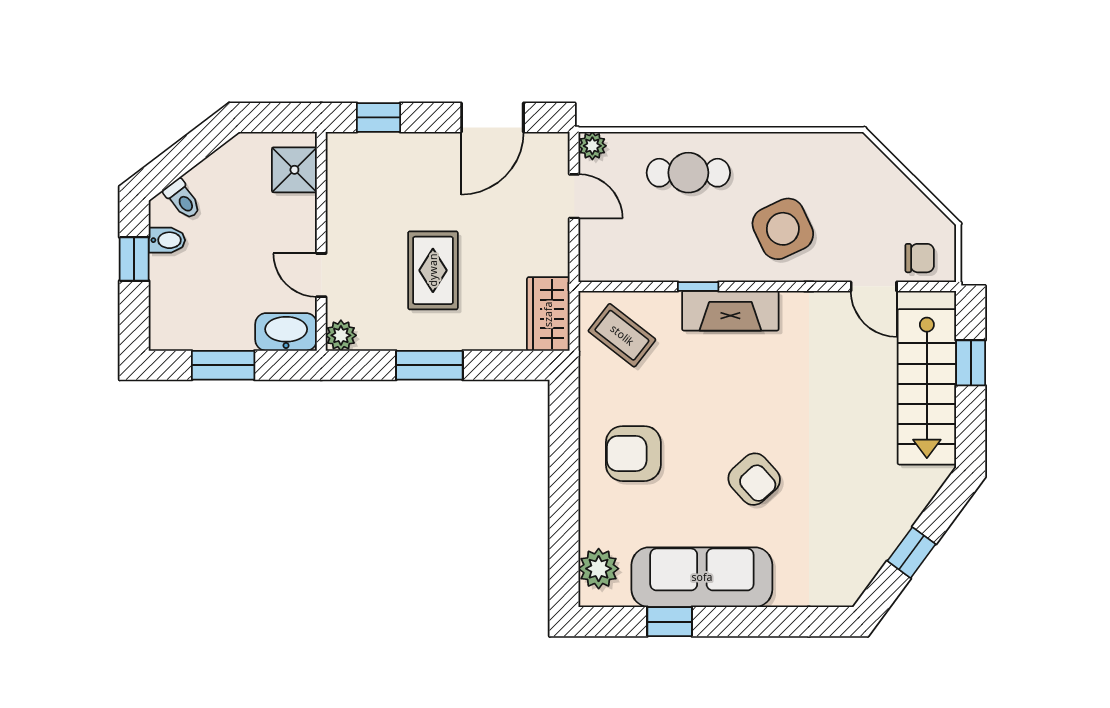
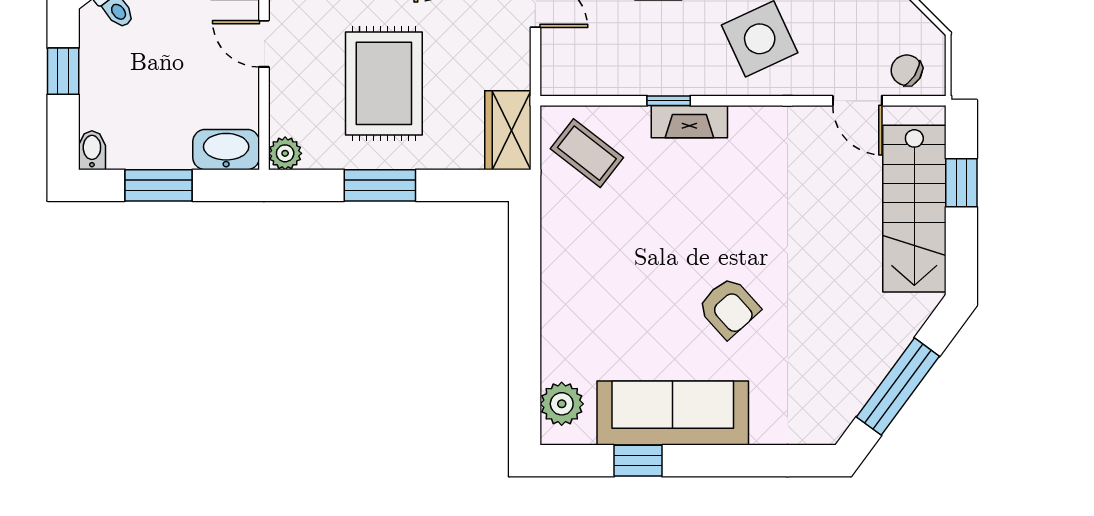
bidet: (167, 240) -> (92, 150), moved, turned -90
chair: (920, 258) -> (907, 70), turned -148
rug: (433, 270) -> (384, 83), width x1.36, depth x1.43
door: (321, 275) -> (264, 44), moved
fireplace: (730, 311) -> (689, 122), width x0.73, depth x0.76
armchair: (633, 454) -> (599, 280), removed
window: (911, 553) -> (898, 387), width x2.17

